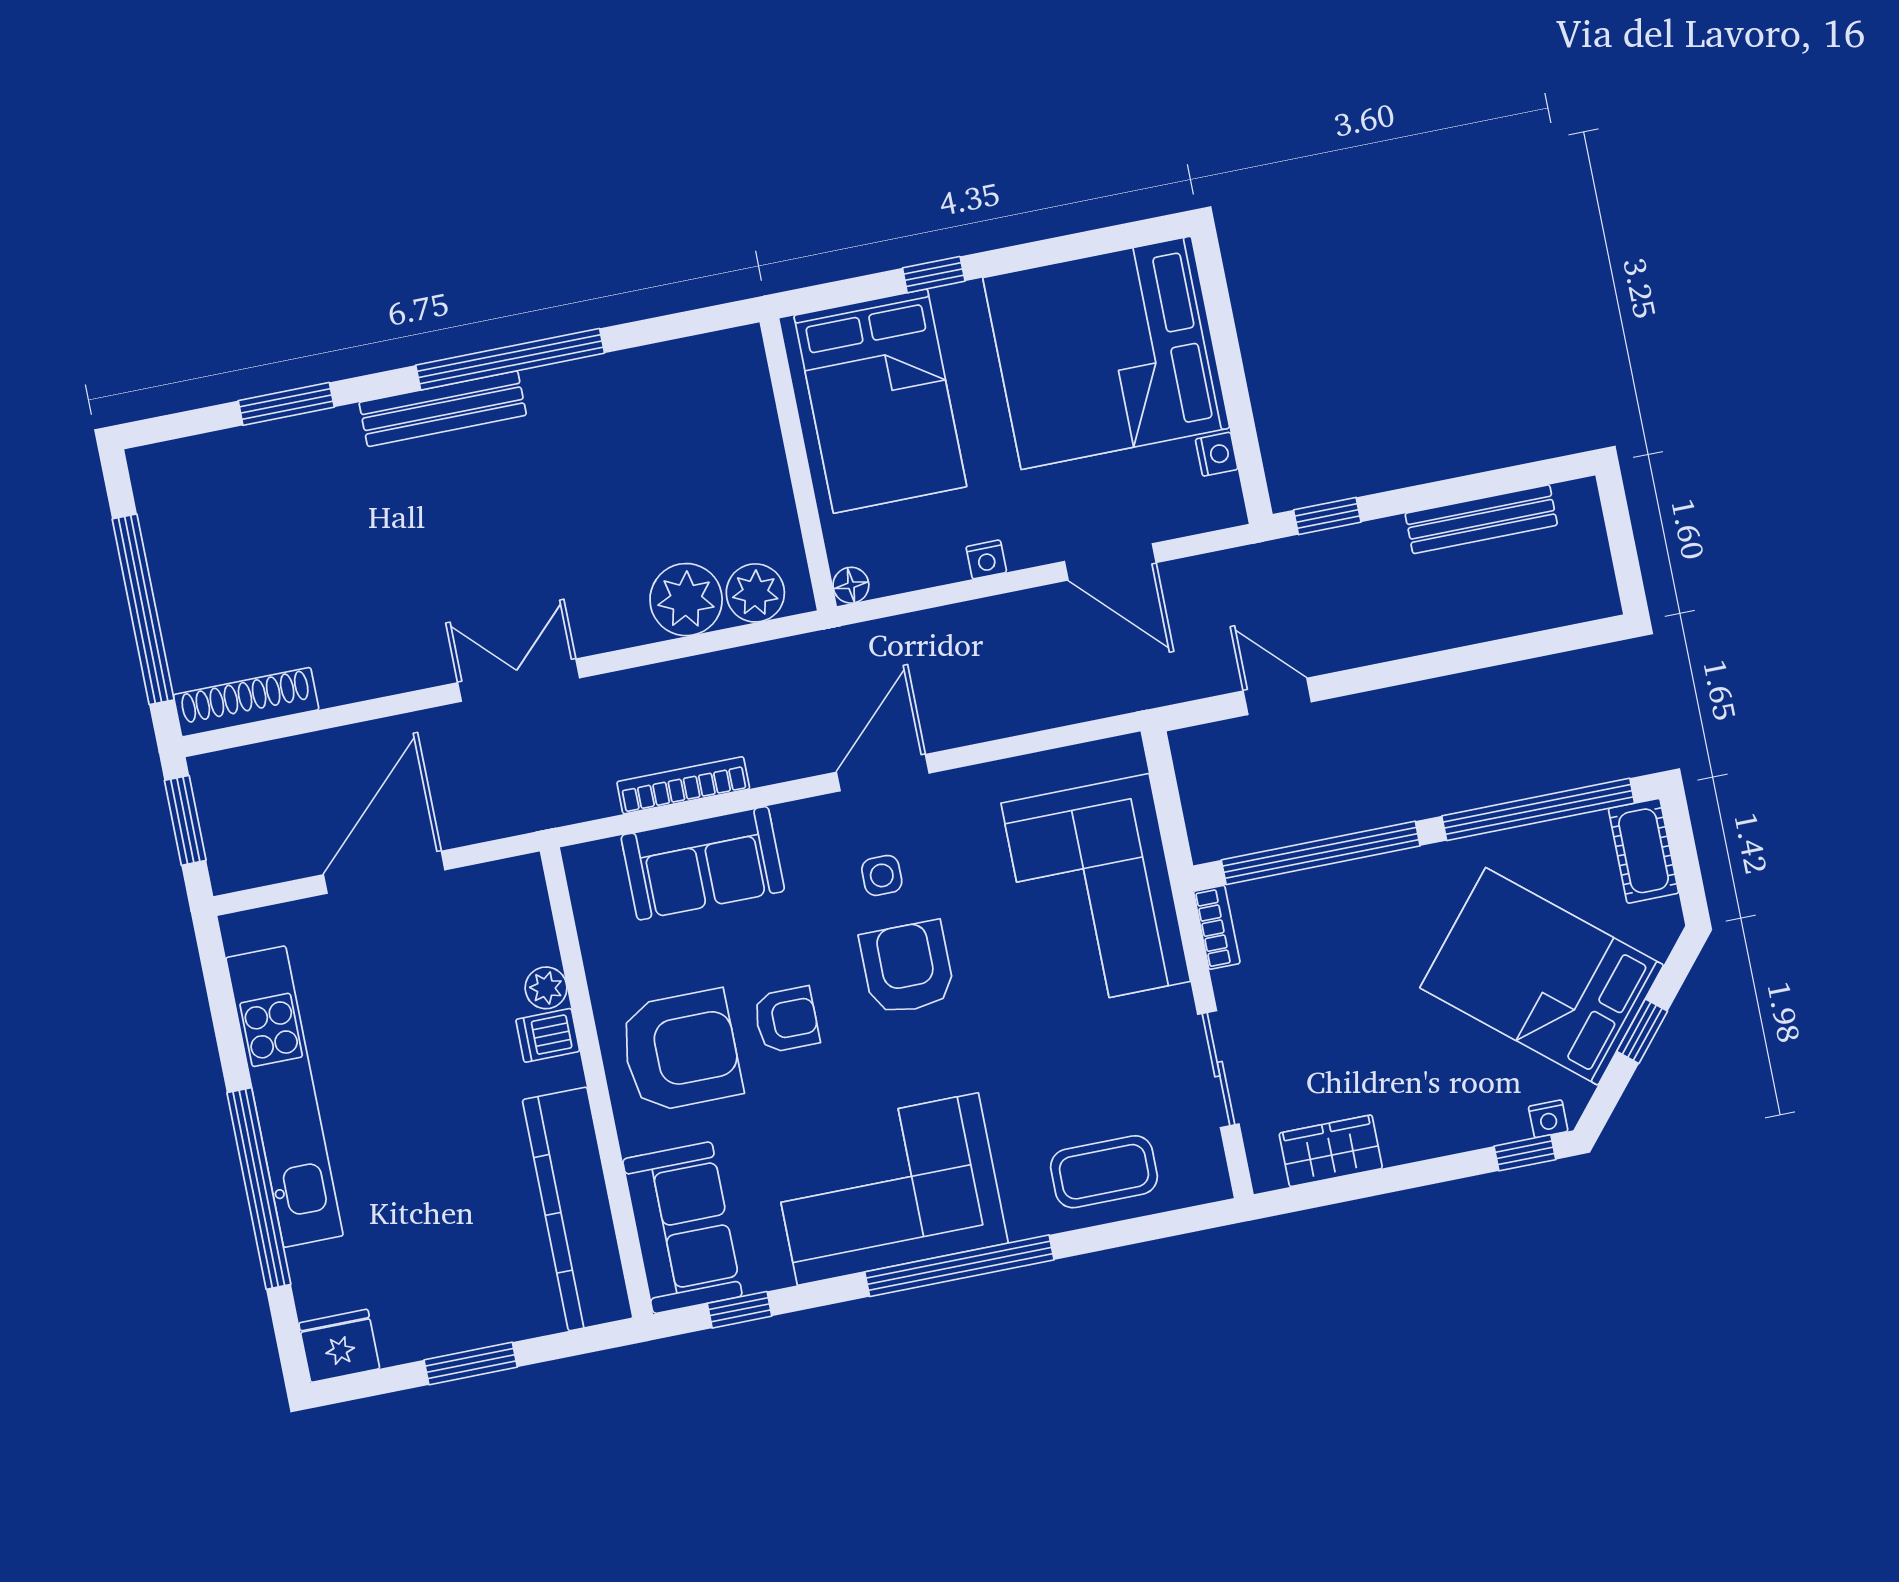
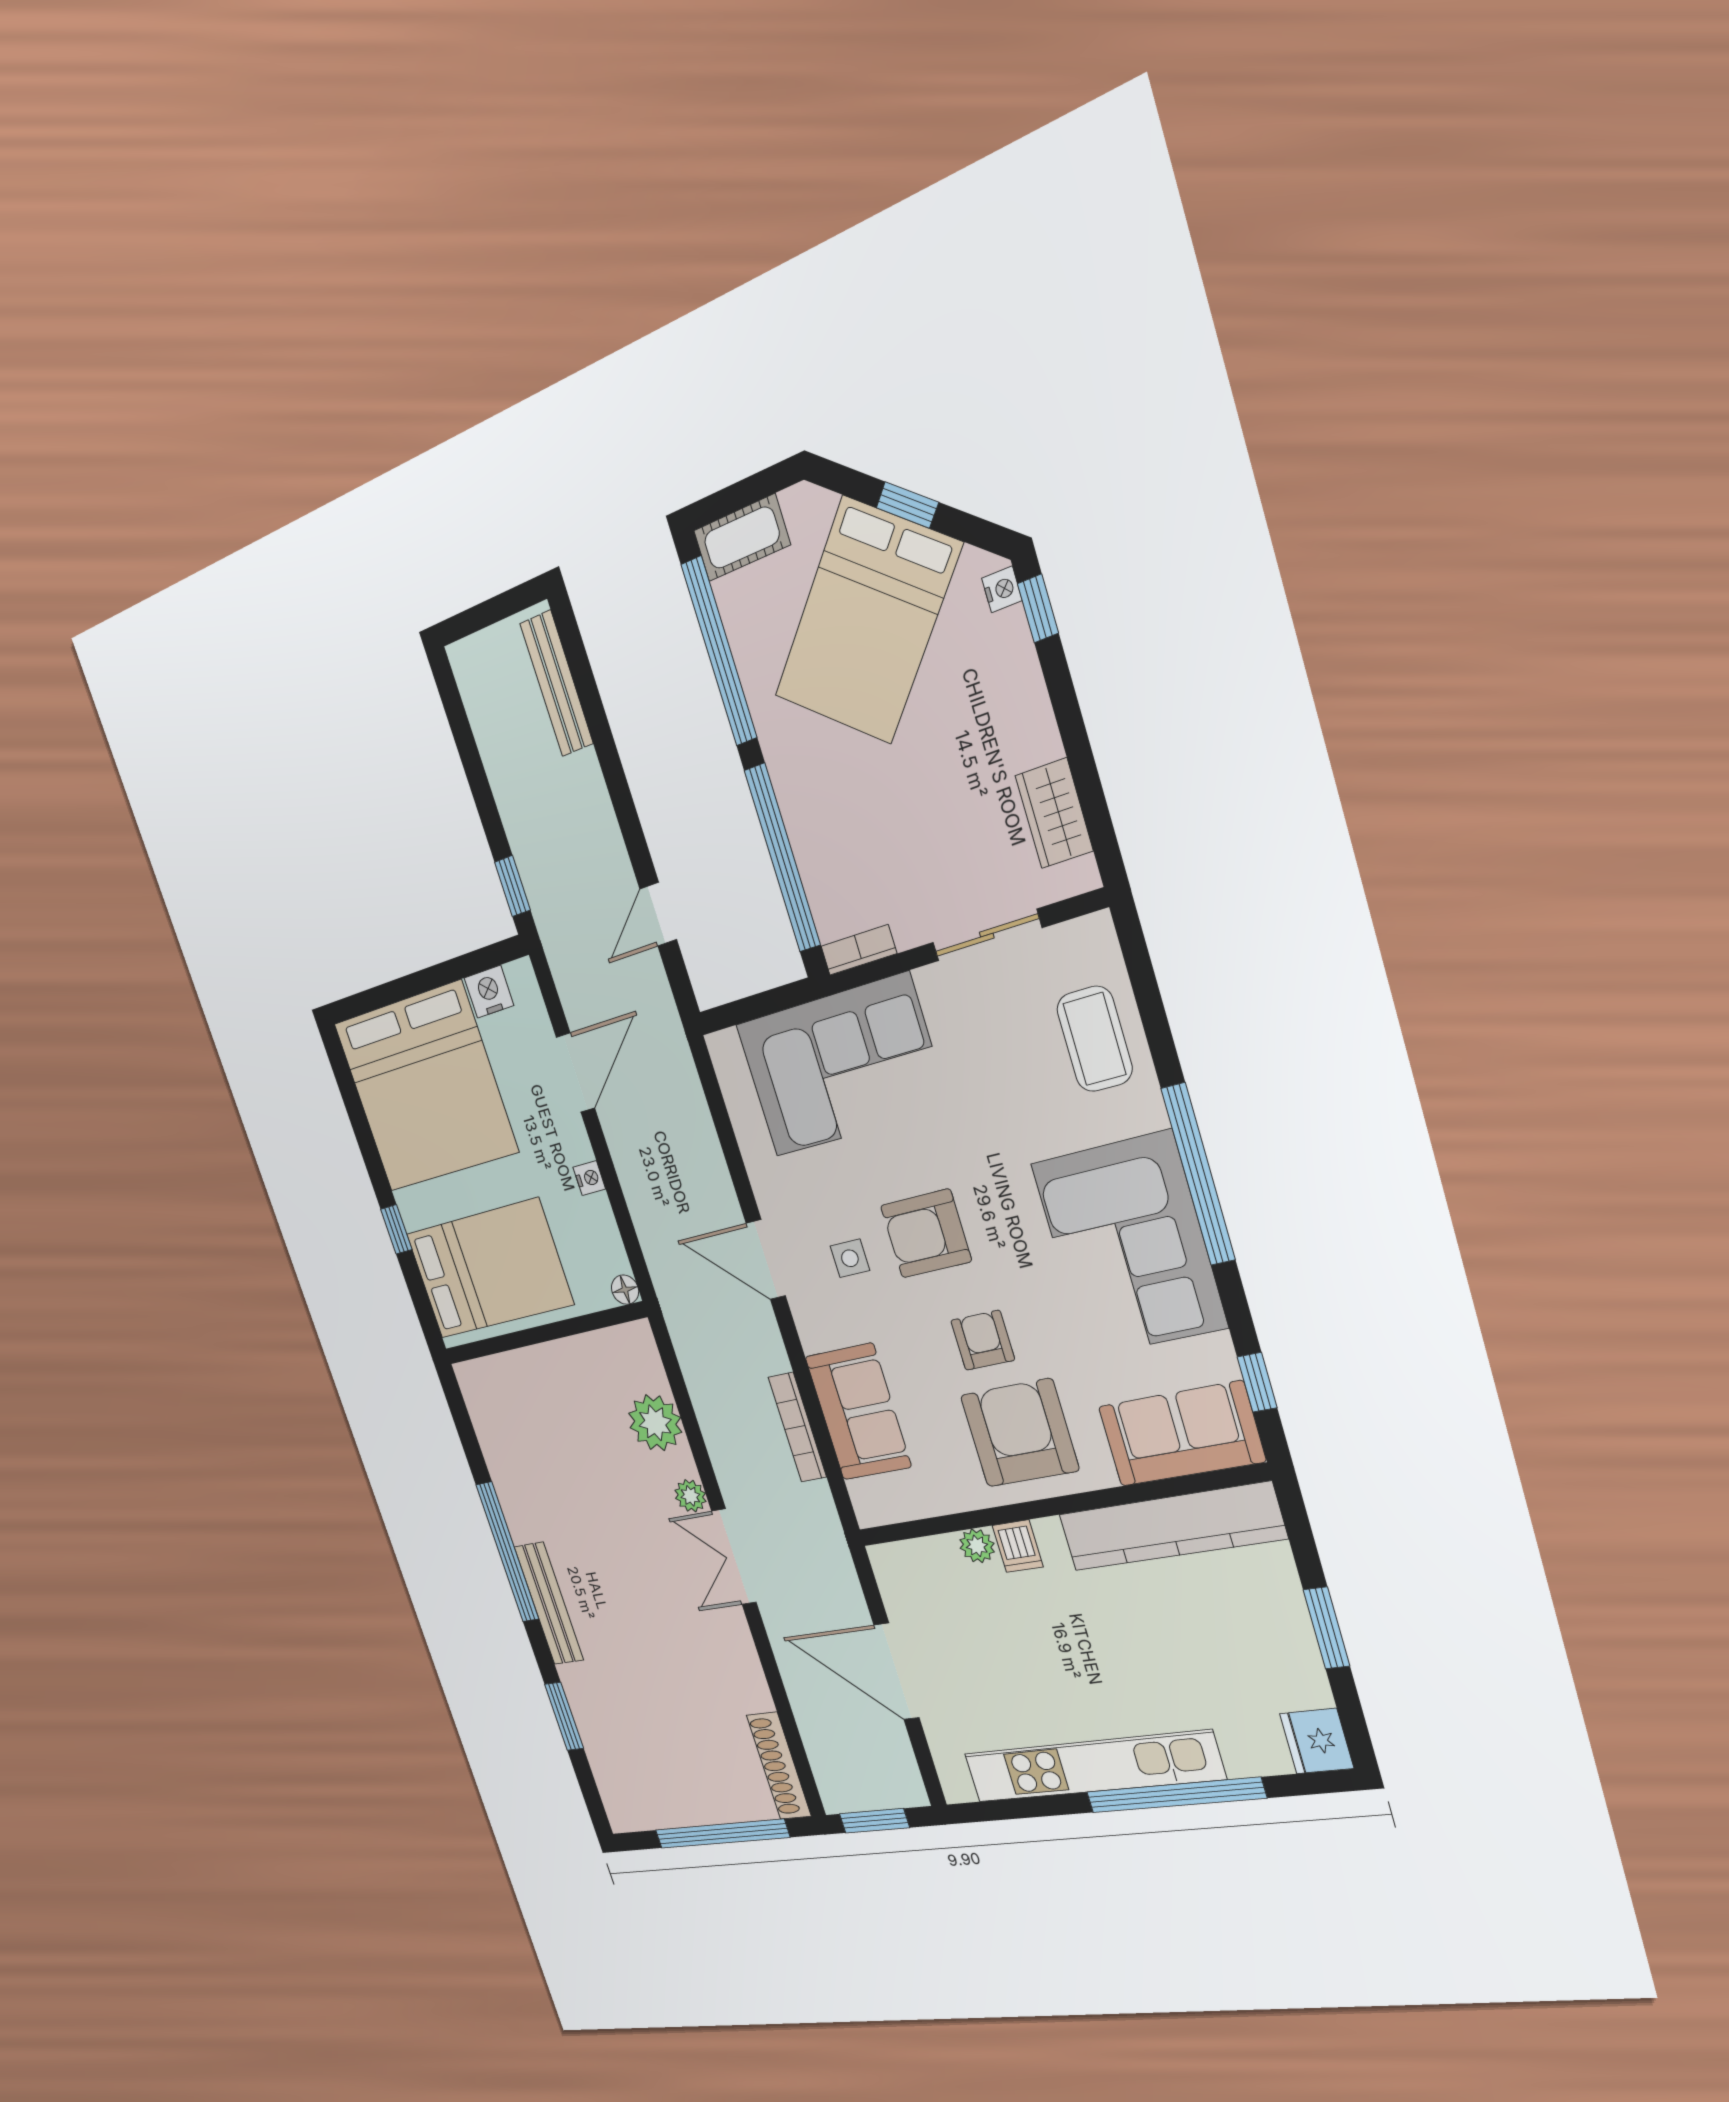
nightstand: (1217, 454) -> (489, 992), width x1.39, depth x1.35
bench: (1481, 519) -> (557, 684), moved
plant: (755, 593) -> (690, 1496), moved, width x0.73, depth x0.73

